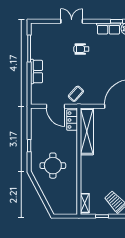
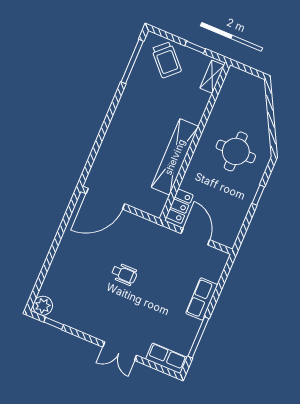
row of seats: (108, 28) -> (166, 358), moved
wheelchair: (81, 49) -> (124, 274), moved
coffee table: (76, 94) -> (158, 242), removed
shelving: (87, 131) -> (175, 157), moved

